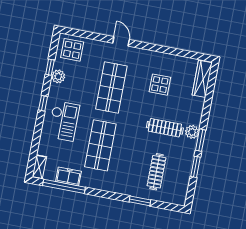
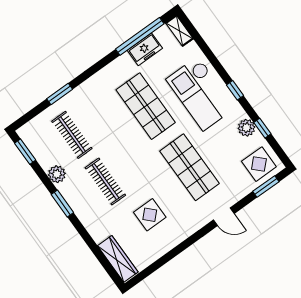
window: (81, 34) -> (266, 186), added
checkout: (64, 121) -> (201, 94), width x1.36, depth x1.21
clothes rail: (165, 128) -> (105, 181), turned 90
plant: (192, 132) -> (57, 174), moved
window: (195, 167) -> (25, 152), moved

